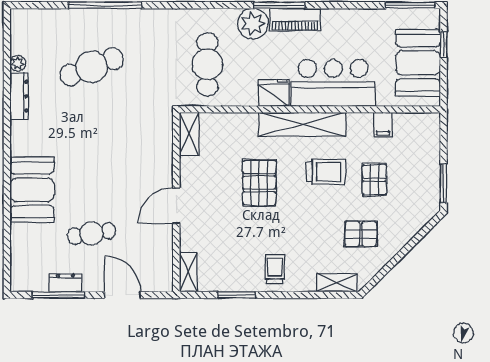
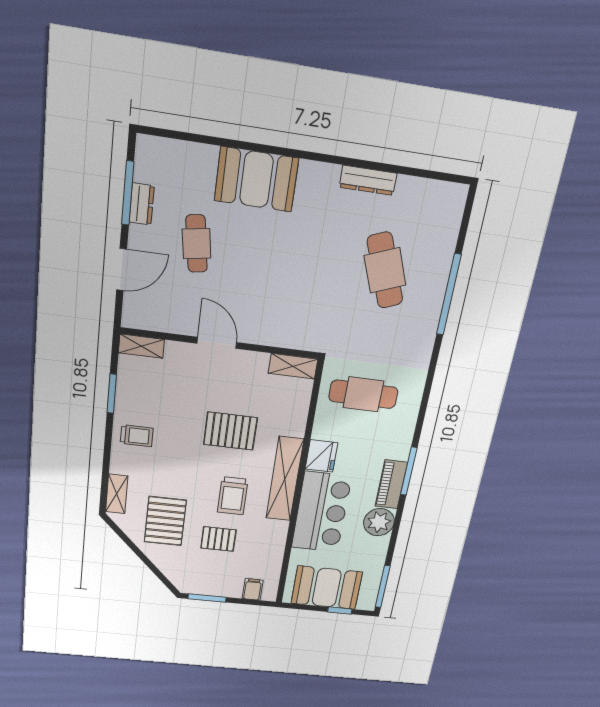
plant: (253, 24) -> (379, 522), moved
plant: (18, 63) -> (406, 184), removed
filing cabinet: (383, 125) -> (253, 589), moved, turned 90
pallet: (361, 234) -> (165, 521), width x1.50, depth x1.42

